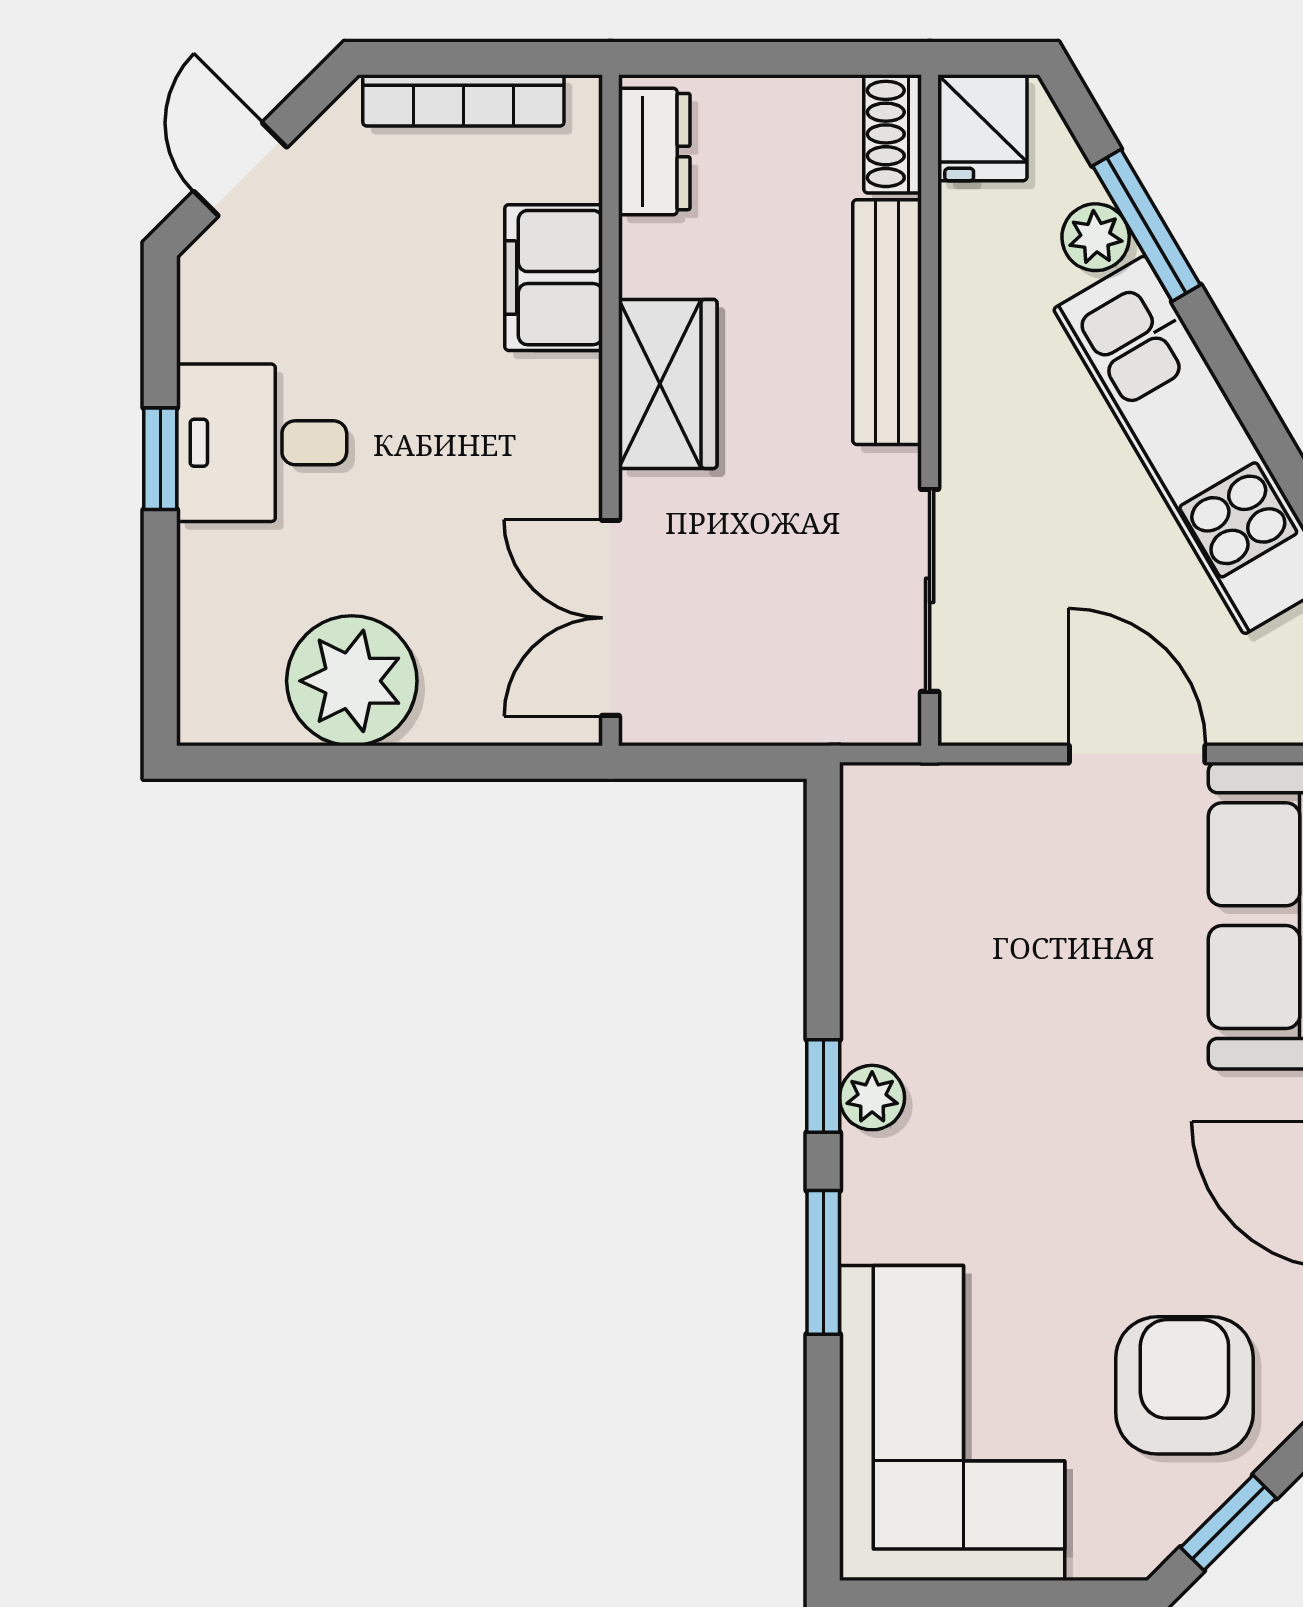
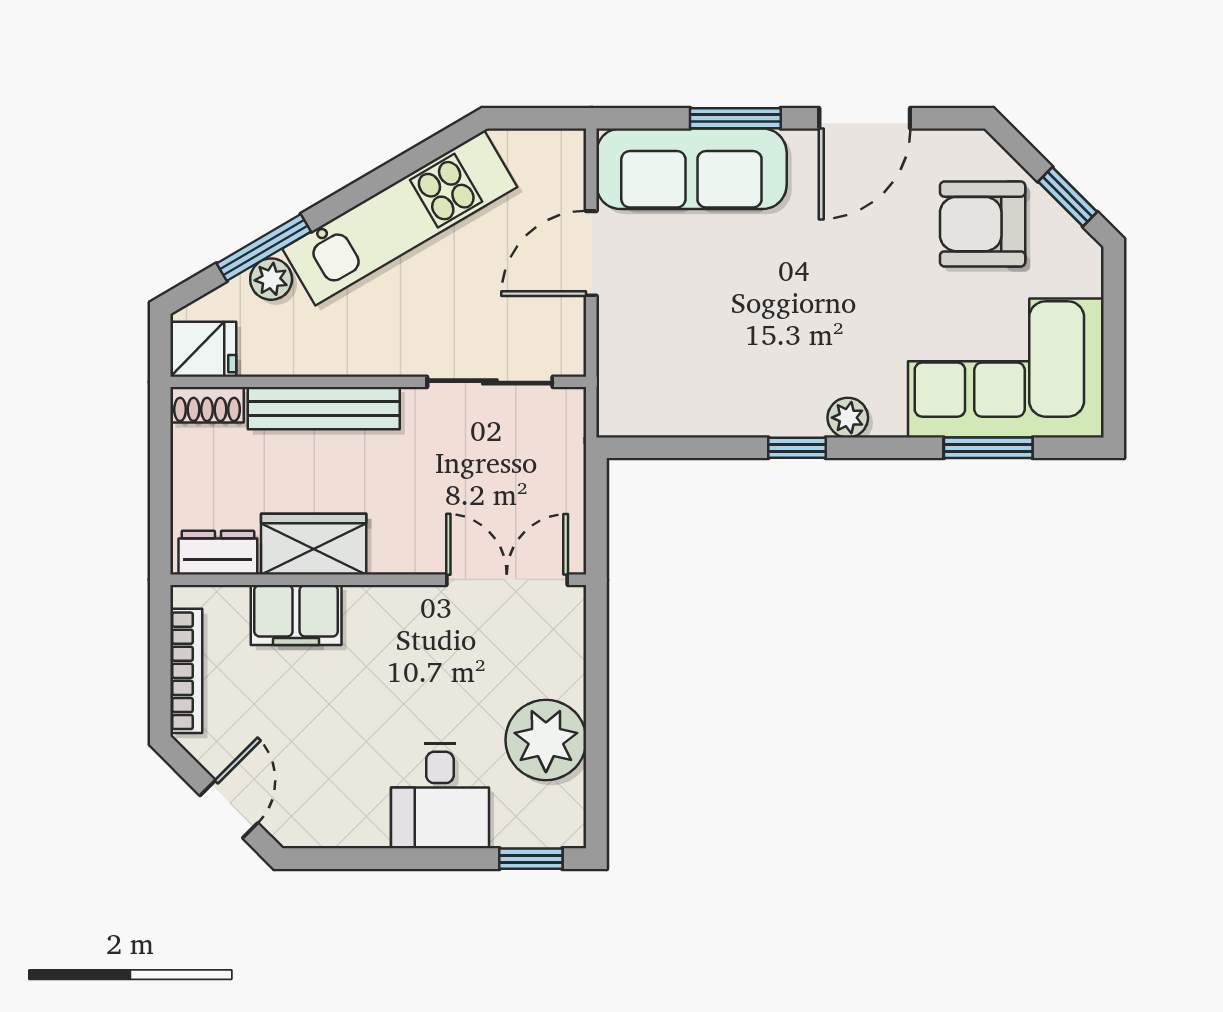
door: (240, 169) -> (229, 809), swing flipped
wardrobe: (668, 384) -> (314, 544), moved
desk: (262, 443) -> (440, 796), moved
window: (160, 459) -> (531, 859), moved
double door: (610, 618) -> (507, 580), swing flipped
plant: (872, 1098) -> (848, 418), moved
window: (823, 1262) -> (988, 448), moved

